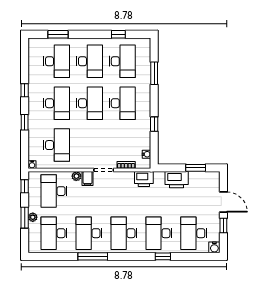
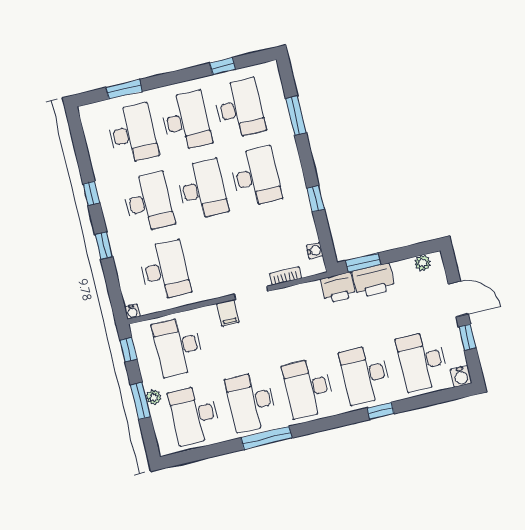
window: (196, 168) -> (363, 263), moved
plant: (76, 176) -> (423, 263), moved
printer: (144, 179) -> (338, 288), moved

